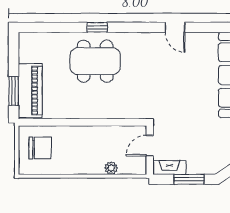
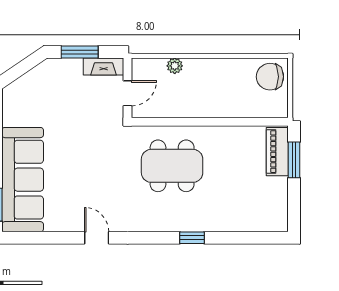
dining table: (95, 61) -> (172, 166), moved
piano: (30, 91) -> (277, 152), width x0.73, depth x0.75
chair: (40, 148) -> (270, 77), moved

